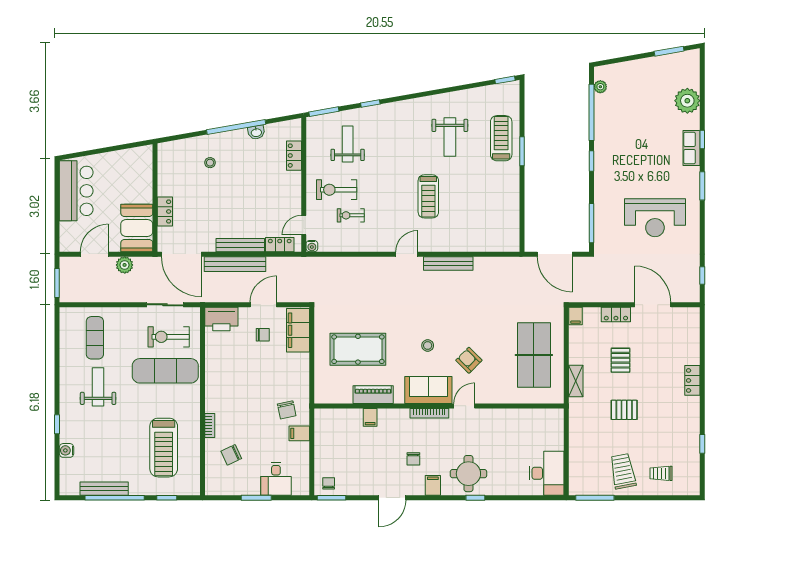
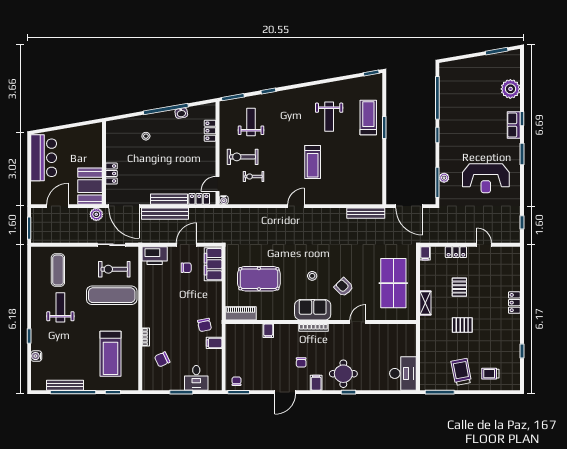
plant: (600, 87) -> (444, 178), moved
bench: (448, 263) -> (366, 213), moved
plant: (125, 265) -> (96, 214), moved
door: (653, 305) -> (484, 245), width x0.53
piano: (373, 395) -> (241, 313), moved
door: (464, 406) -> (358, 322), moved

